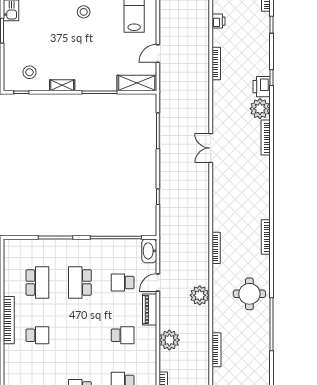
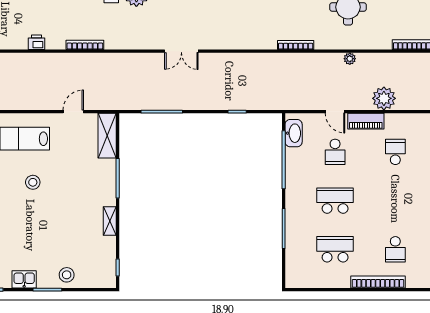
stool: (84, 12) -> (33, 182), moved
door: (158, 53) -> (73, 112), swing flipped
stool: (29, 72) -> (67, 275), moved
washbasin: (149, 251) -> (294, 133), moved, turned -90
school desk: (80, 283) -> (335, 201), turned 180
plant: (200, 295) -> (350, 59), width x0.53, depth x0.53
school desk: (37, 335) -> (395, 249), turned 180
plant: (169, 340) -> (384, 98), moved

